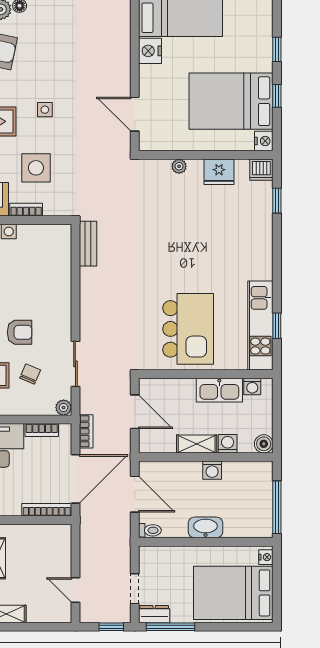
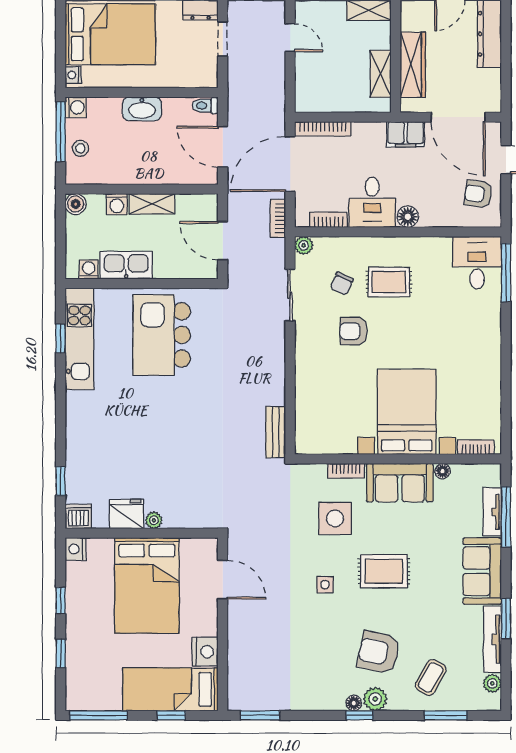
bed: (231, 101) -> (147, 585), moved, turned 90
plant: (179, 166) -> (154, 520), moved
washing machine: (212, 470) -> (76, 107), moved, turned 90
stool: (259, 493) -> (80, 148), added

